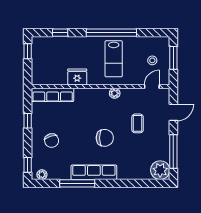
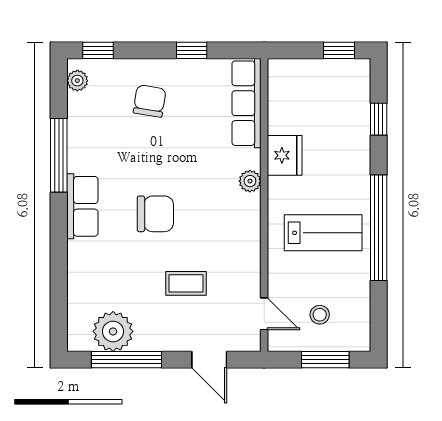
lab bench: (114, 59) -> (323, 233), turned 180
plant: (115, 93) -> (250, 181), moved
chair: (105, 138) -> (155, 214), turned -90
chair: (52, 141) -> (150, 101), turned 116
plant: (160, 170) -> (113, 331), moved
row of seats: (94, 172) -> (82, 206), width x0.68

